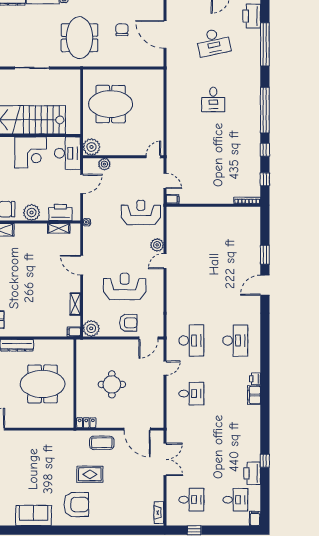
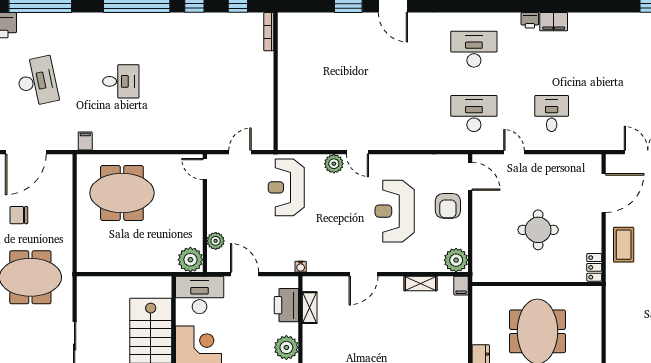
meeting table: (111, 104) -> (122, 193), moved, turned 90
filing cabinet: (173, 199) -> (85, 141), moved
armchair: (128, 323) -> (448, 206), turned 180

